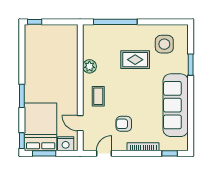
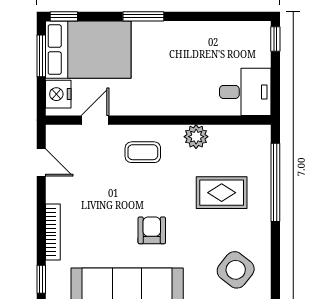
desk: (64, 39) -> (245, 92), added
side table: (164, 44) -> (236, 270), turned 38
rug: (135, 60) -> (222, 193), moved, turned 90
armchair: (124, 124) -> (152, 230), moved

